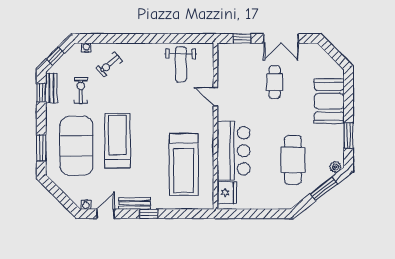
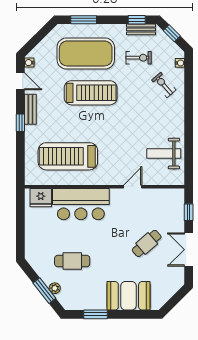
cafe table: (275, 82) -> (147, 243), turned -41
cafe table: (293, 160) -> (72, 261), width x0.73, depth x0.74
plant: (335, 167) -> (55, 288), moved

